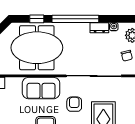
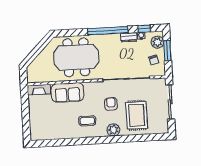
window: (37, 19) -> (144, 29), moved
sofa: (41, 88) -> (67, 92), moved

